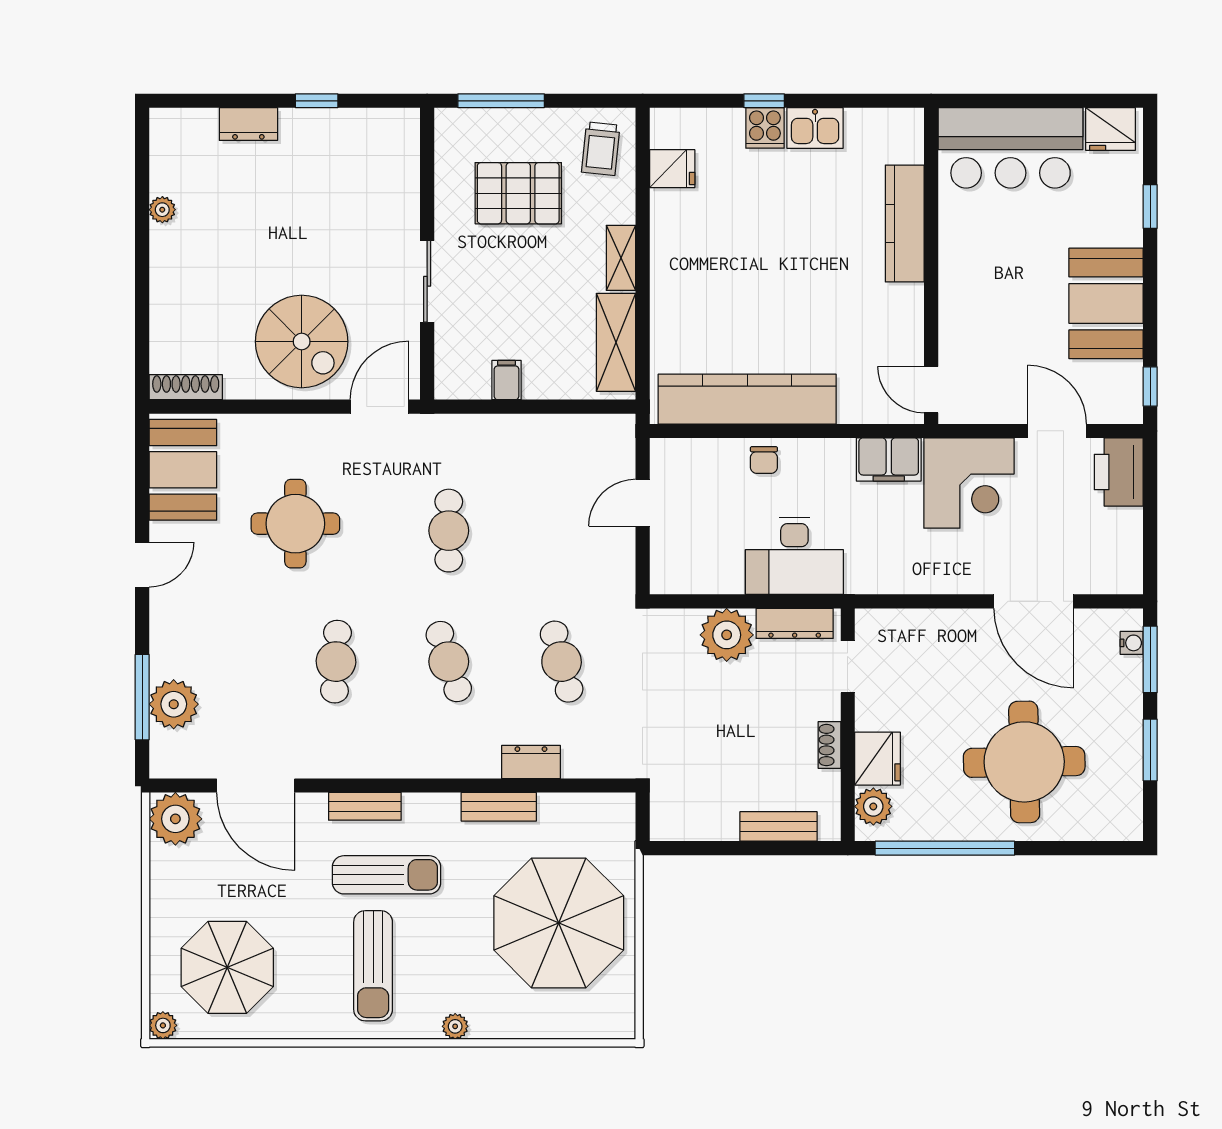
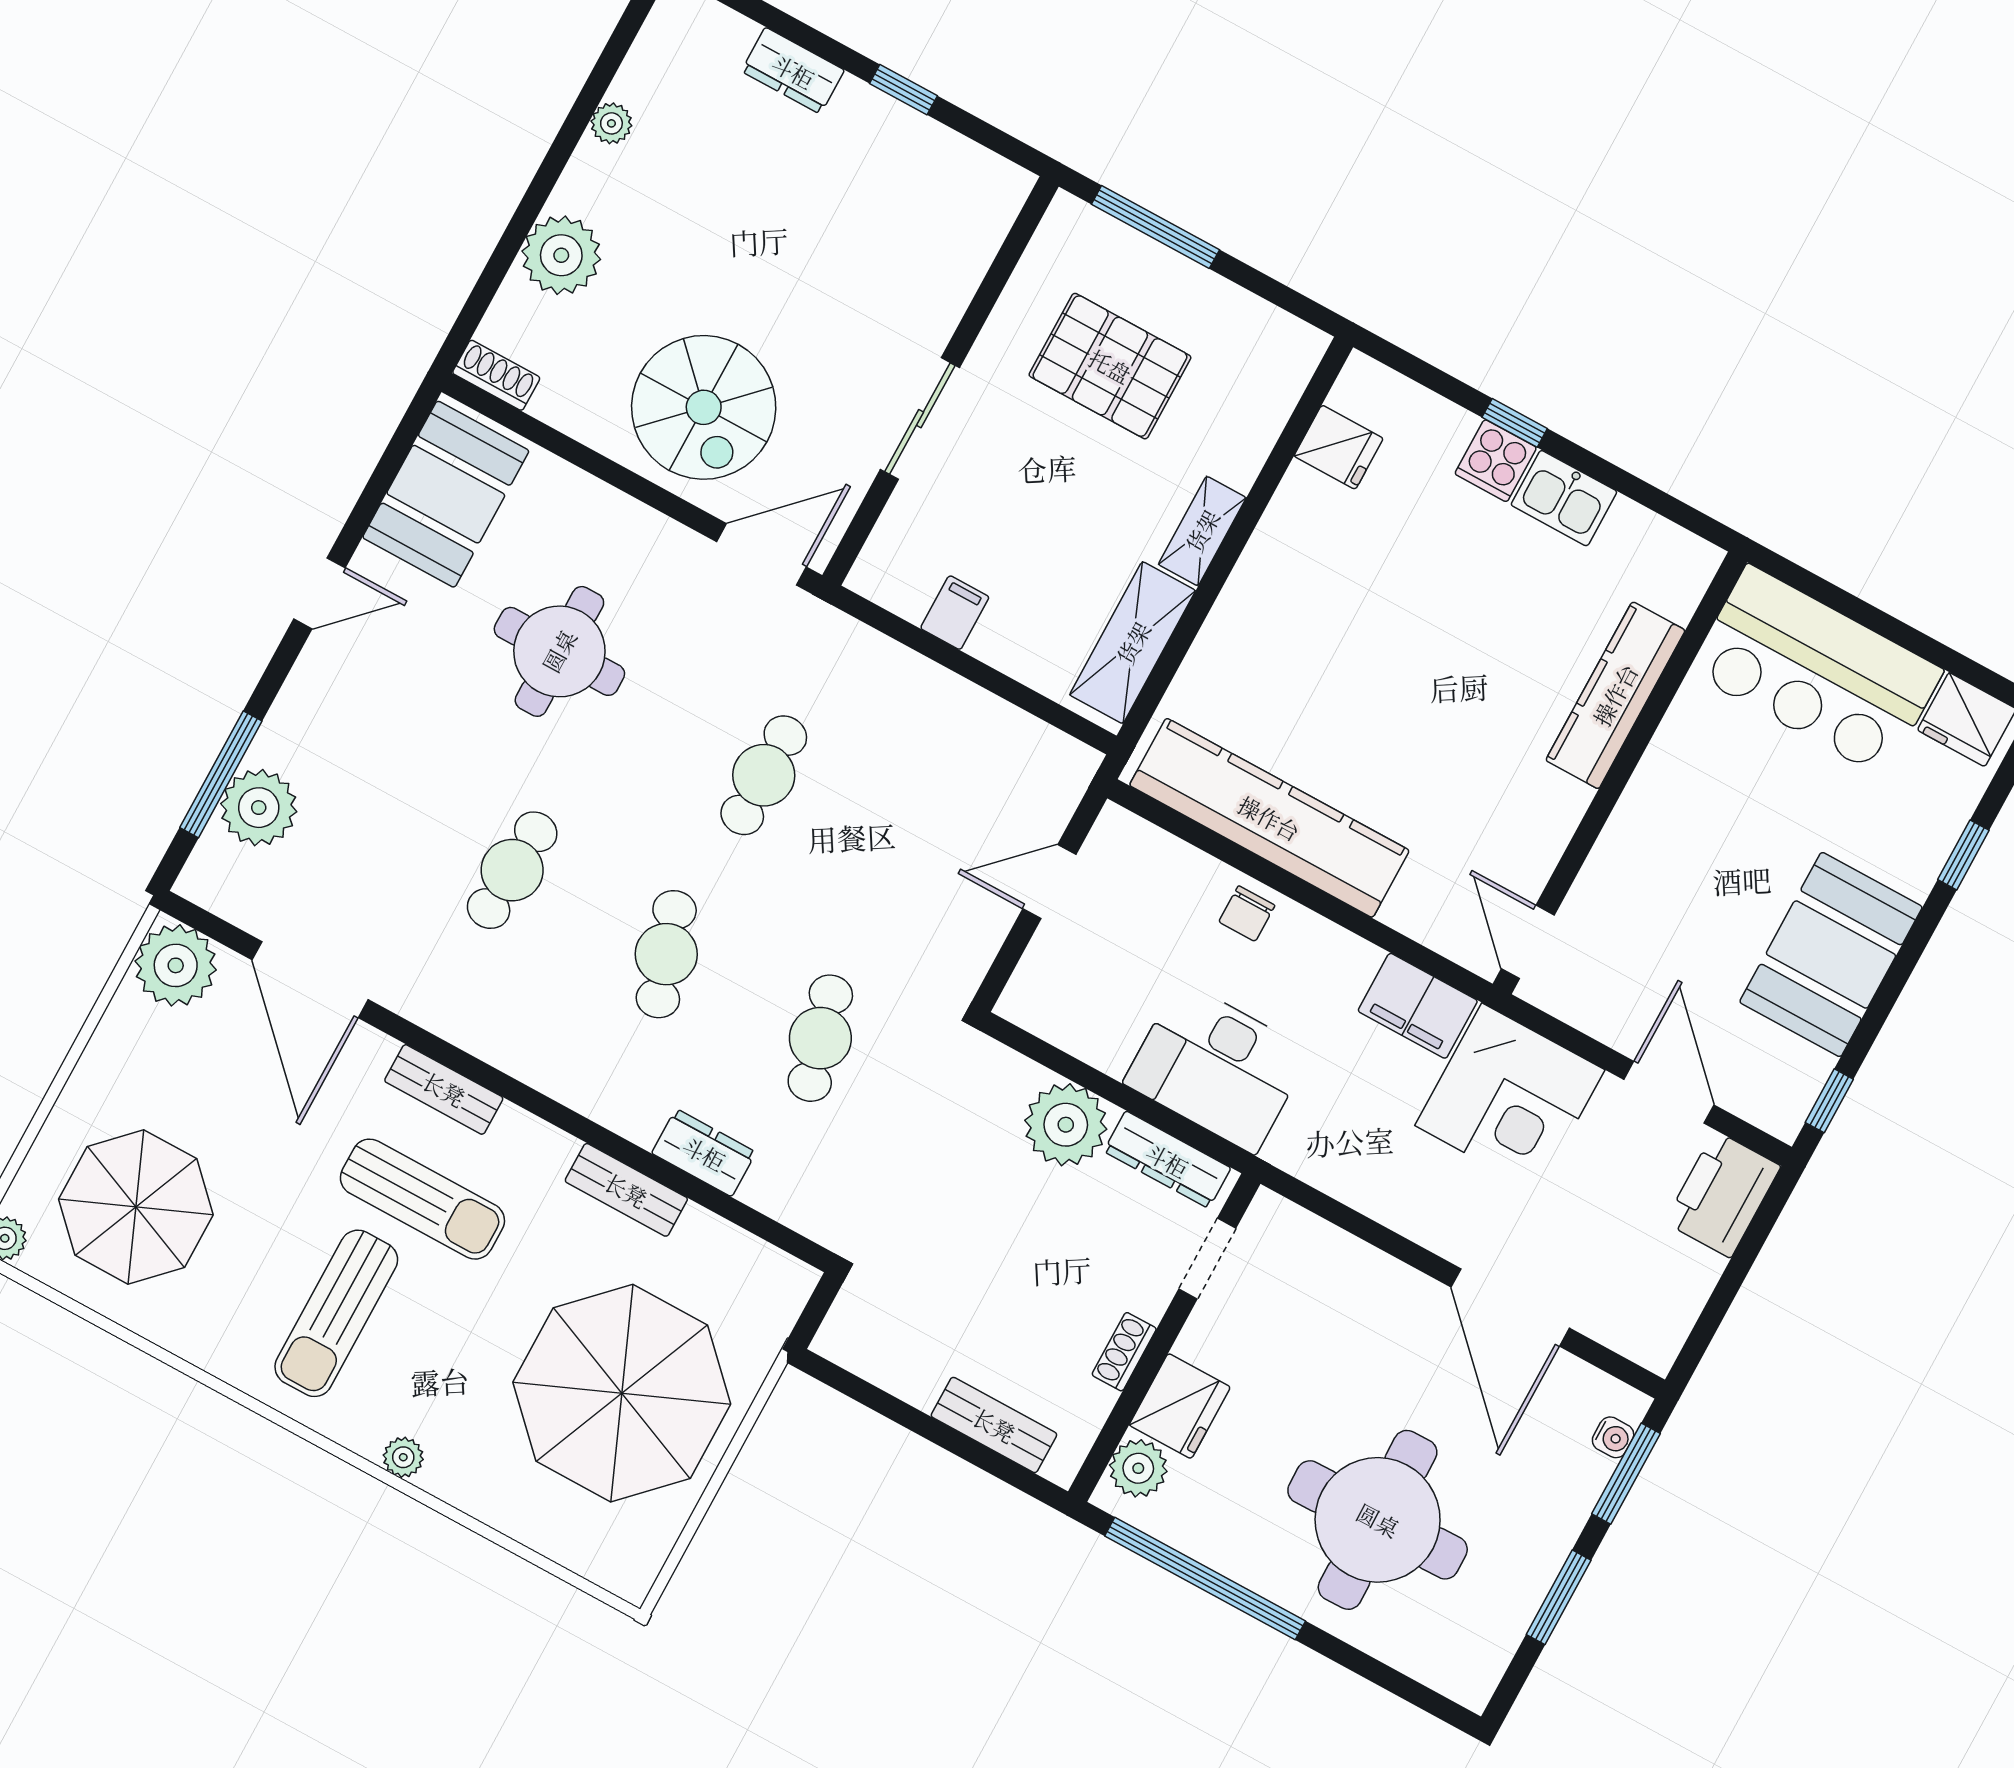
trolley: (601, 149) -> (1256, 367), removed
plant: (174, 299) -> (561, 255), added
shoe rack: (186, 387) -> (496, 375), width x0.70

